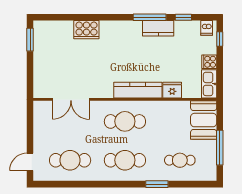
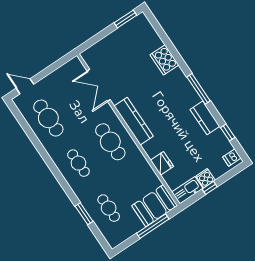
window: (150, 17) -> (199, 89), moved
window: (220, 39) -> (210, 188), moved
kitchen counter: (138, 90) -> (134, 121), moved
window: (220, 148) -> (153, 226), moved
cafe table: (125, 160) -> (78, 163), width x0.73, depth x0.74
window: (157, 184) -> (84, 214), moved

